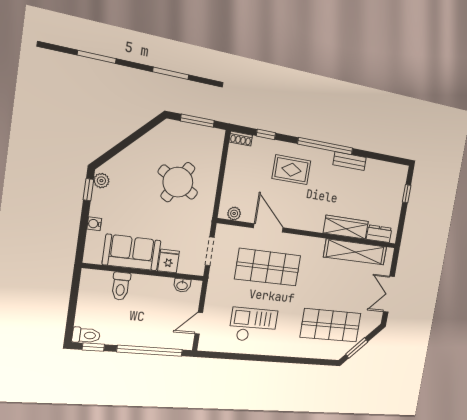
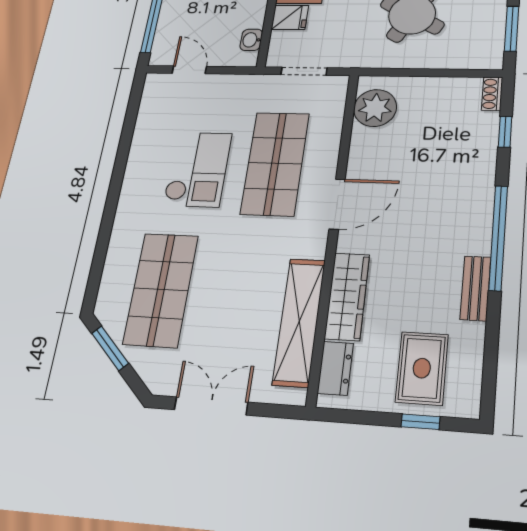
rug: (291, 170) -> (422, 368), moved
plant: (234, 213) -> (375, 108), width x1.88, depth x1.88
door: (268, 228) -> (337, 204), moved
checkout: (253, 325) -> (198, 169), moved

